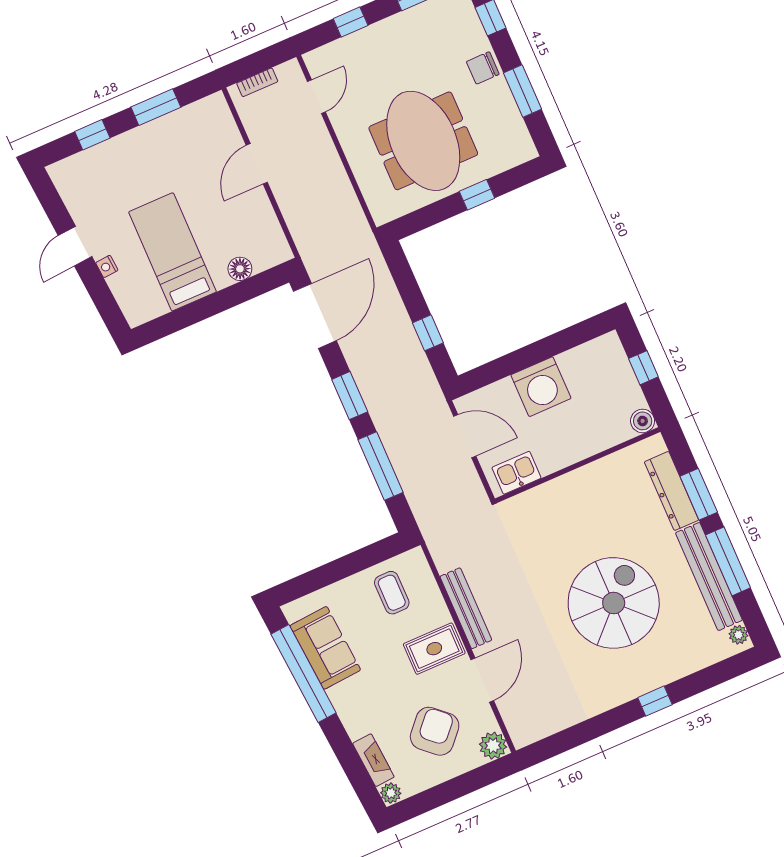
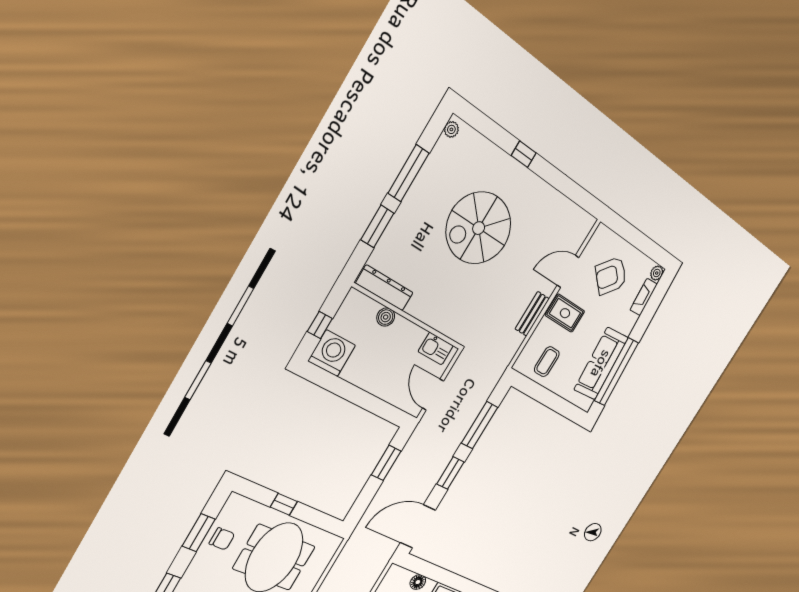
chair: (483, 68) -> (222, 539), moved
window: (428, 333) -> (386, 463), width x1.50
washing machine: (541, 387) -> (332, 353), moved
boiler: (643, 421) -> (386, 317), moved
dresser: (671, 491) -> (384, 288), moved, turned -90
bench: (709, 576) -> (426, 179), removed
bench: (466, 608) -> (532, 314), width x0.73
sofa: (325, 648) -> (601, 364), width x1.36
plant: (493, 746) -> (602, 235), removed

